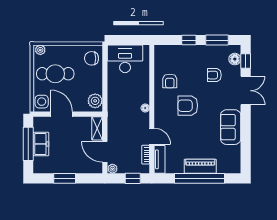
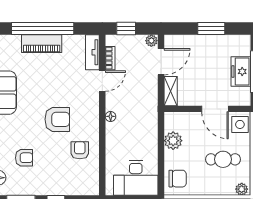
cafe table: (55, 74) -> (223, 159), width x0.73, depth x0.74
plant: (95, 101) -> (173, 141), moved
door: (152, 136) -> (102, 81), swing flipped
door: (105, 152) -> (161, 62), hinge flipped

